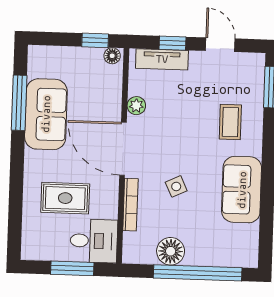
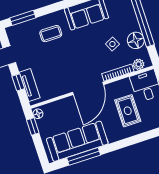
plant: (136, 106) -> (139, 64), moved
sofa: (46, 114) -> (77, 141), width x1.36
side table: (176, 186) -> (112, 44), moved

